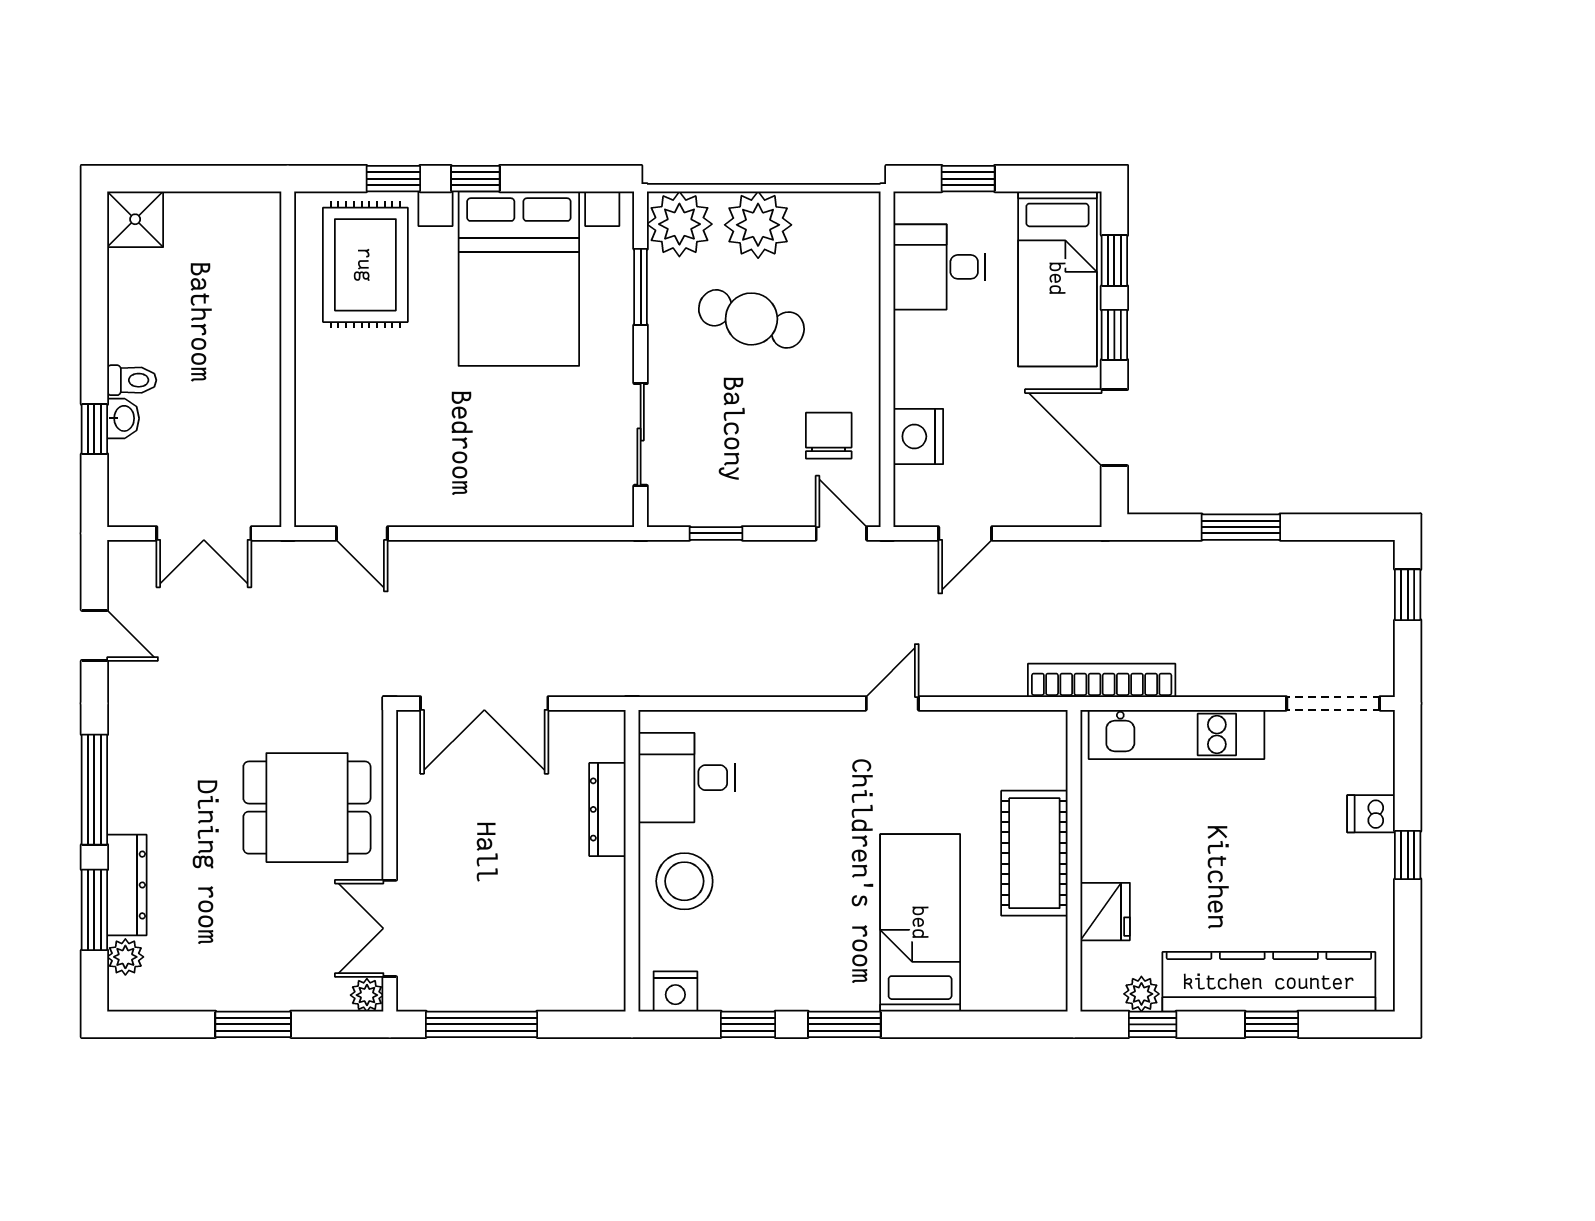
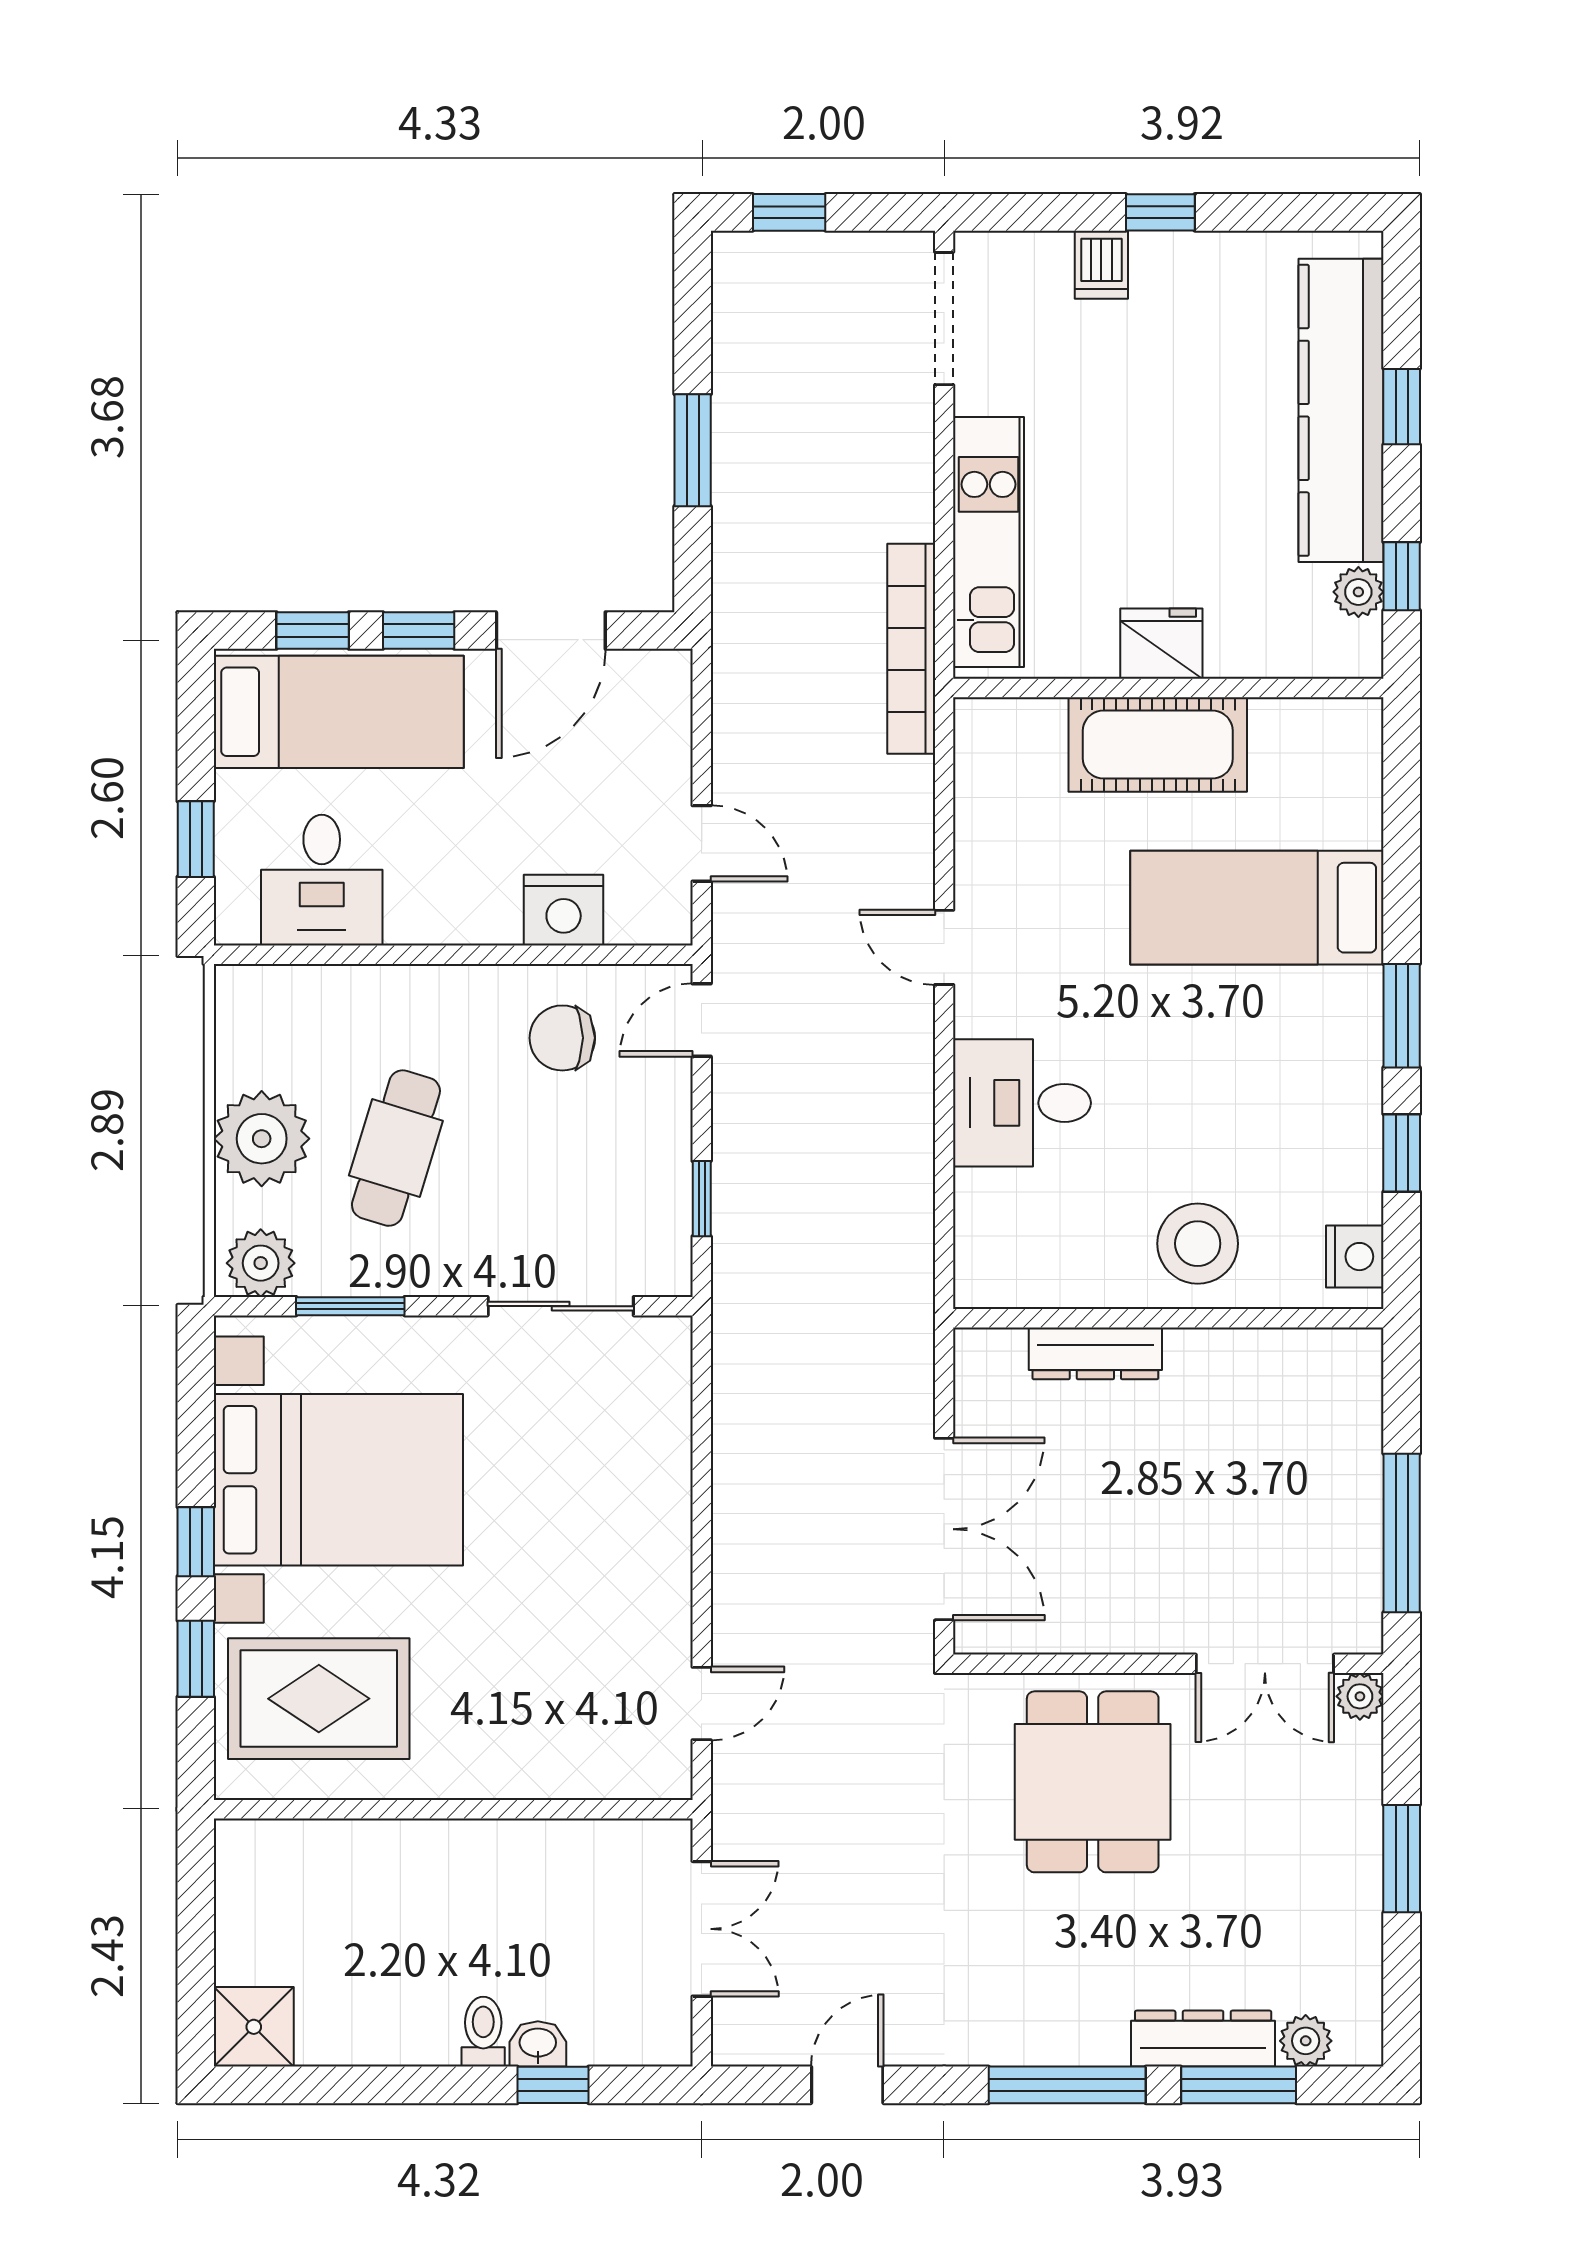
plant: (679, 224) -> (261, 1263), width x0.73, depth x0.73
desk: (687, 778) -> (1022, 1103), moved, turned 90
fridge: (1105, 912) -> (1161, 644), moved

